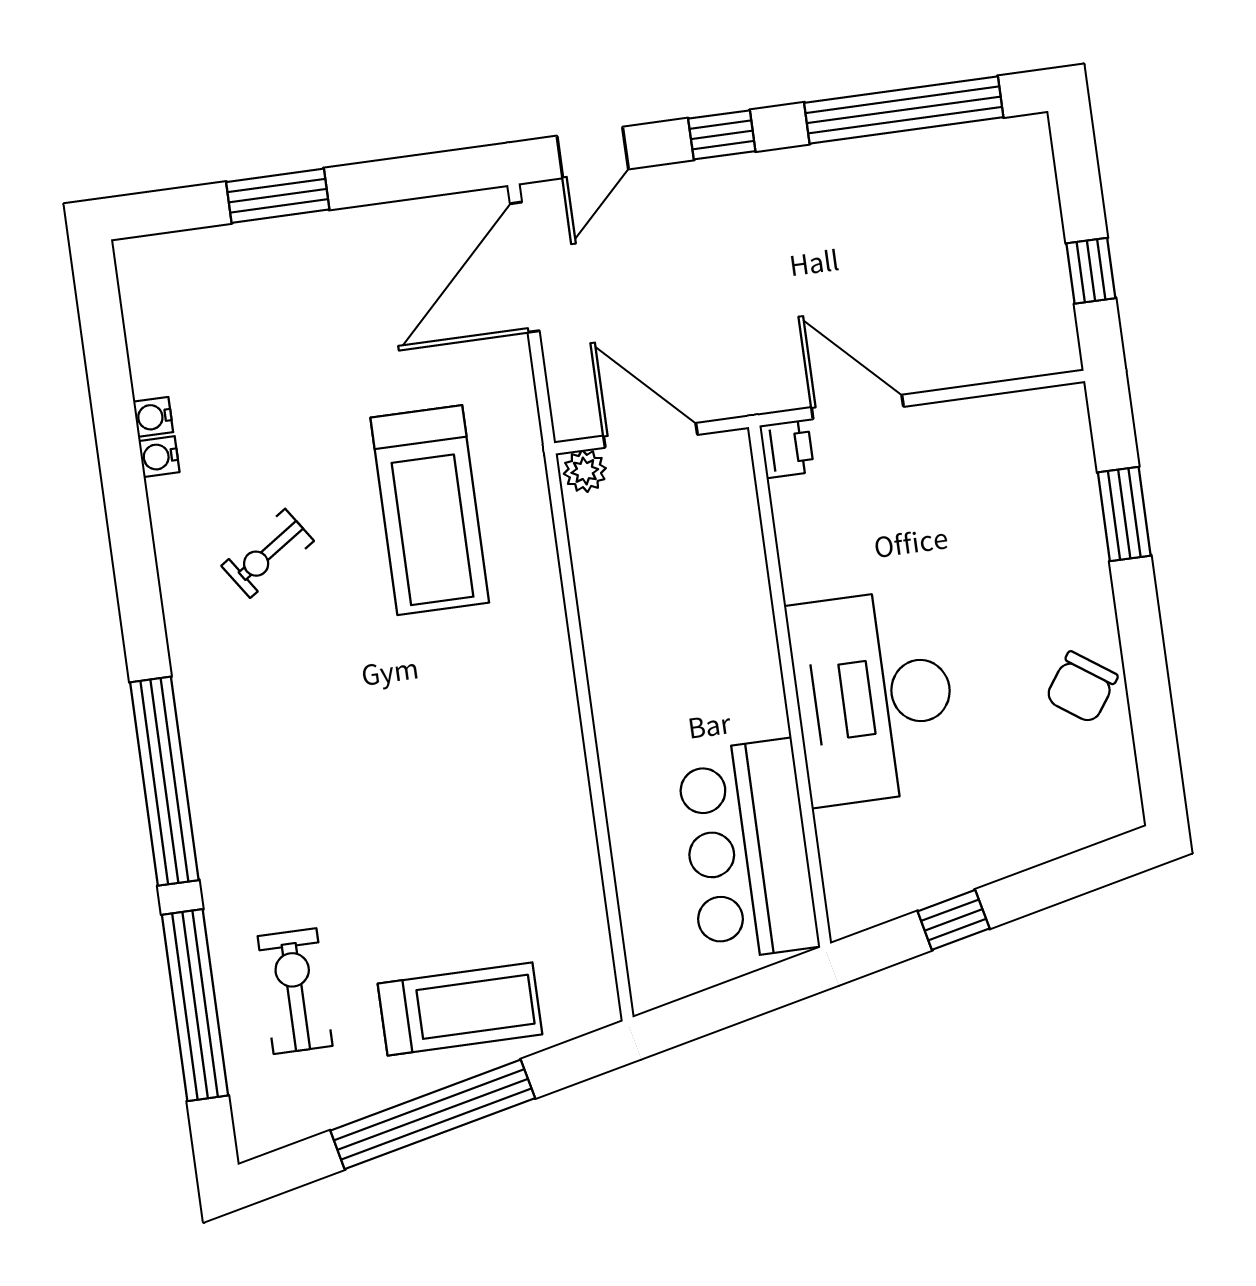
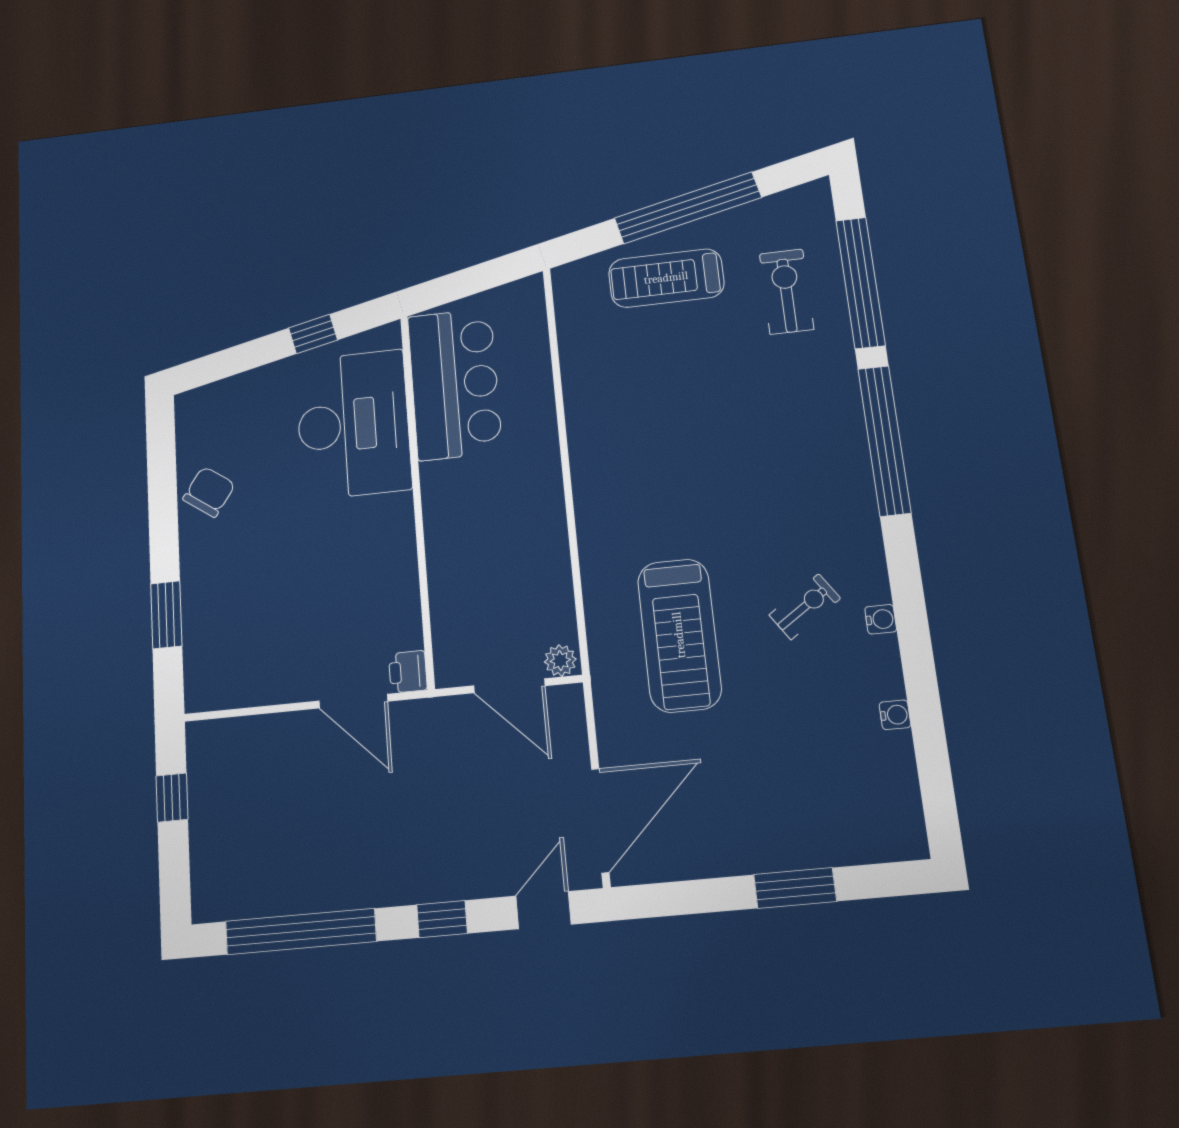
water cooler: (159, 457) -> (881, 619), moved
treadmill: (430, 510) -> (679, 635), turned 180
desk: (874, 697) -> (353, 424), moved
exercise bike: (295, 991) -> (786, 291), turned 180

